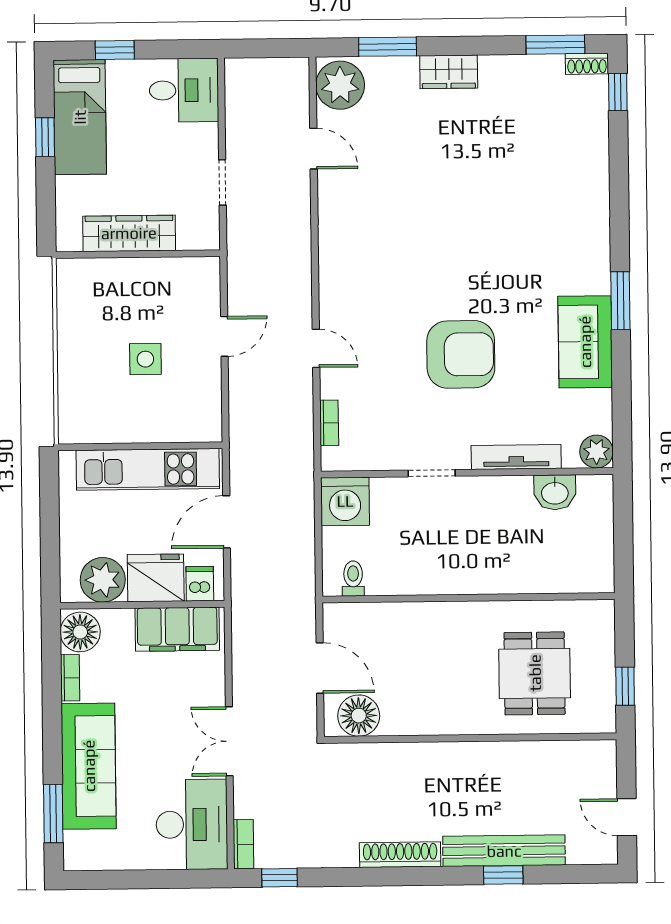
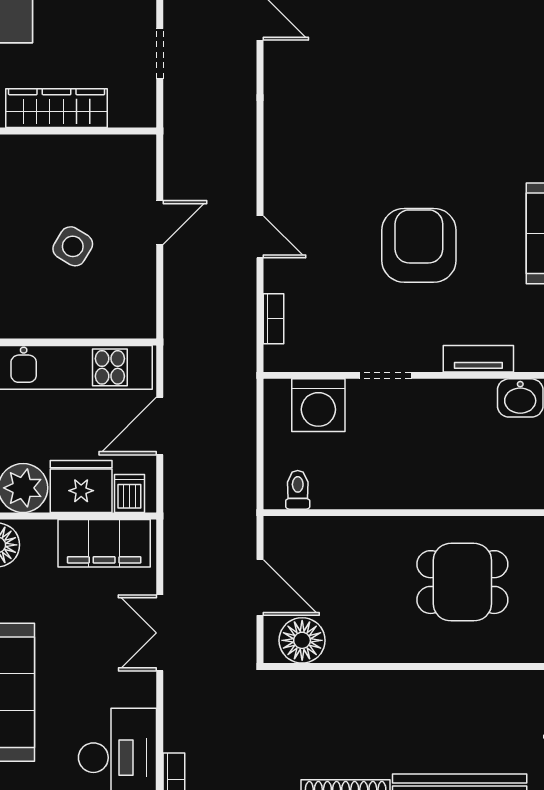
armchair: (461, 354) -> (419, 245), turned -90
side table: (145, 359) -> (73, 246), turned 31
tv unit: (516, 457) -> (478, 359), width x0.71
washing machine: (345, 501) -> (318, 405), moved
dining table: (535, 673) -> (462, 582), moved, turned 90
double door: (229, 741) -> (160, 633), moved

